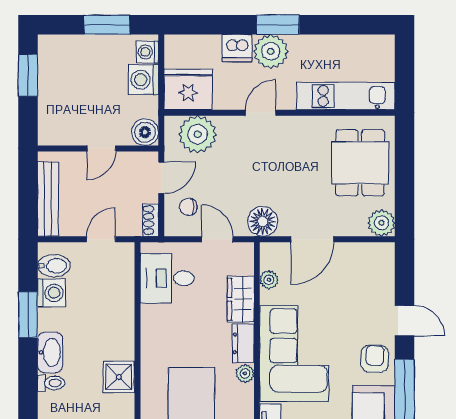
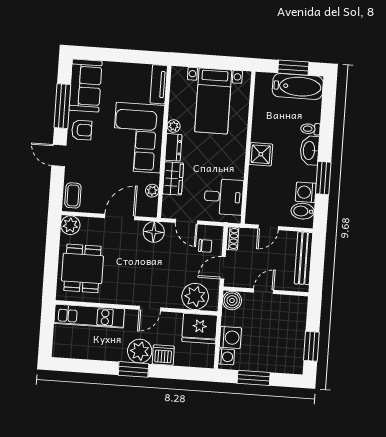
coffee table: (381, 265) -> (73, 195), added
armchair: (375, 359) -> (82, 130), turned -92
shower: (119, 377) -> (261, 154), moved

